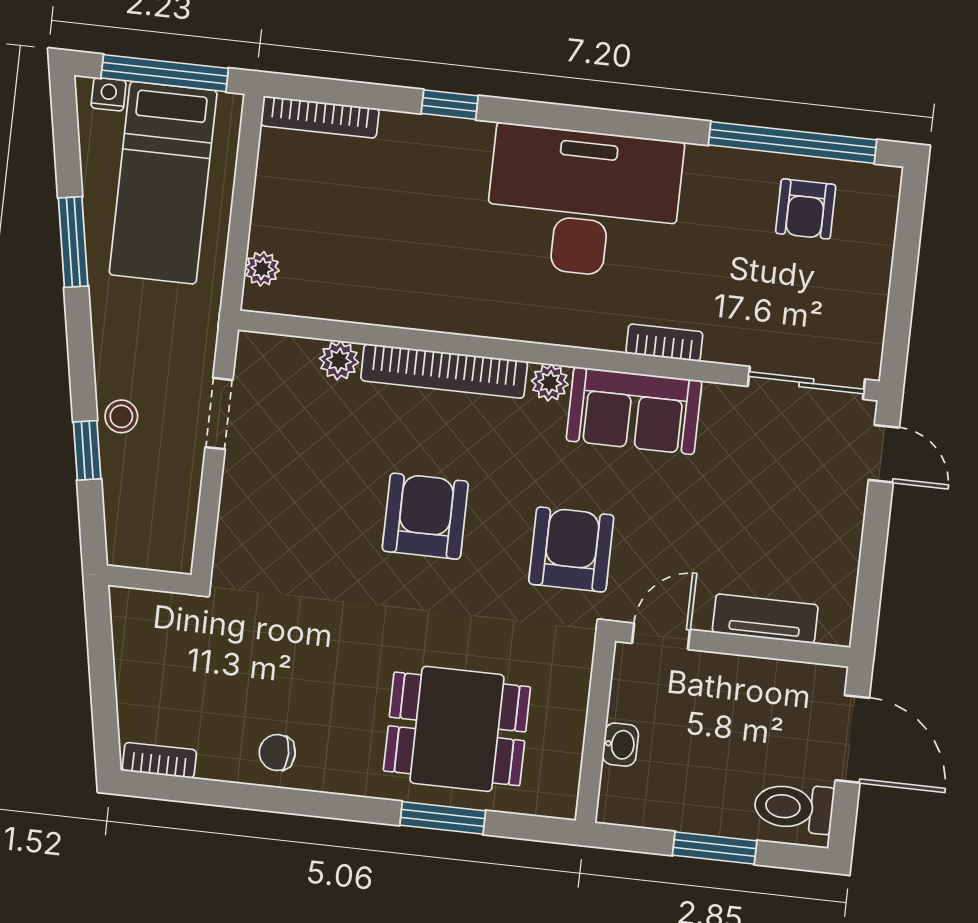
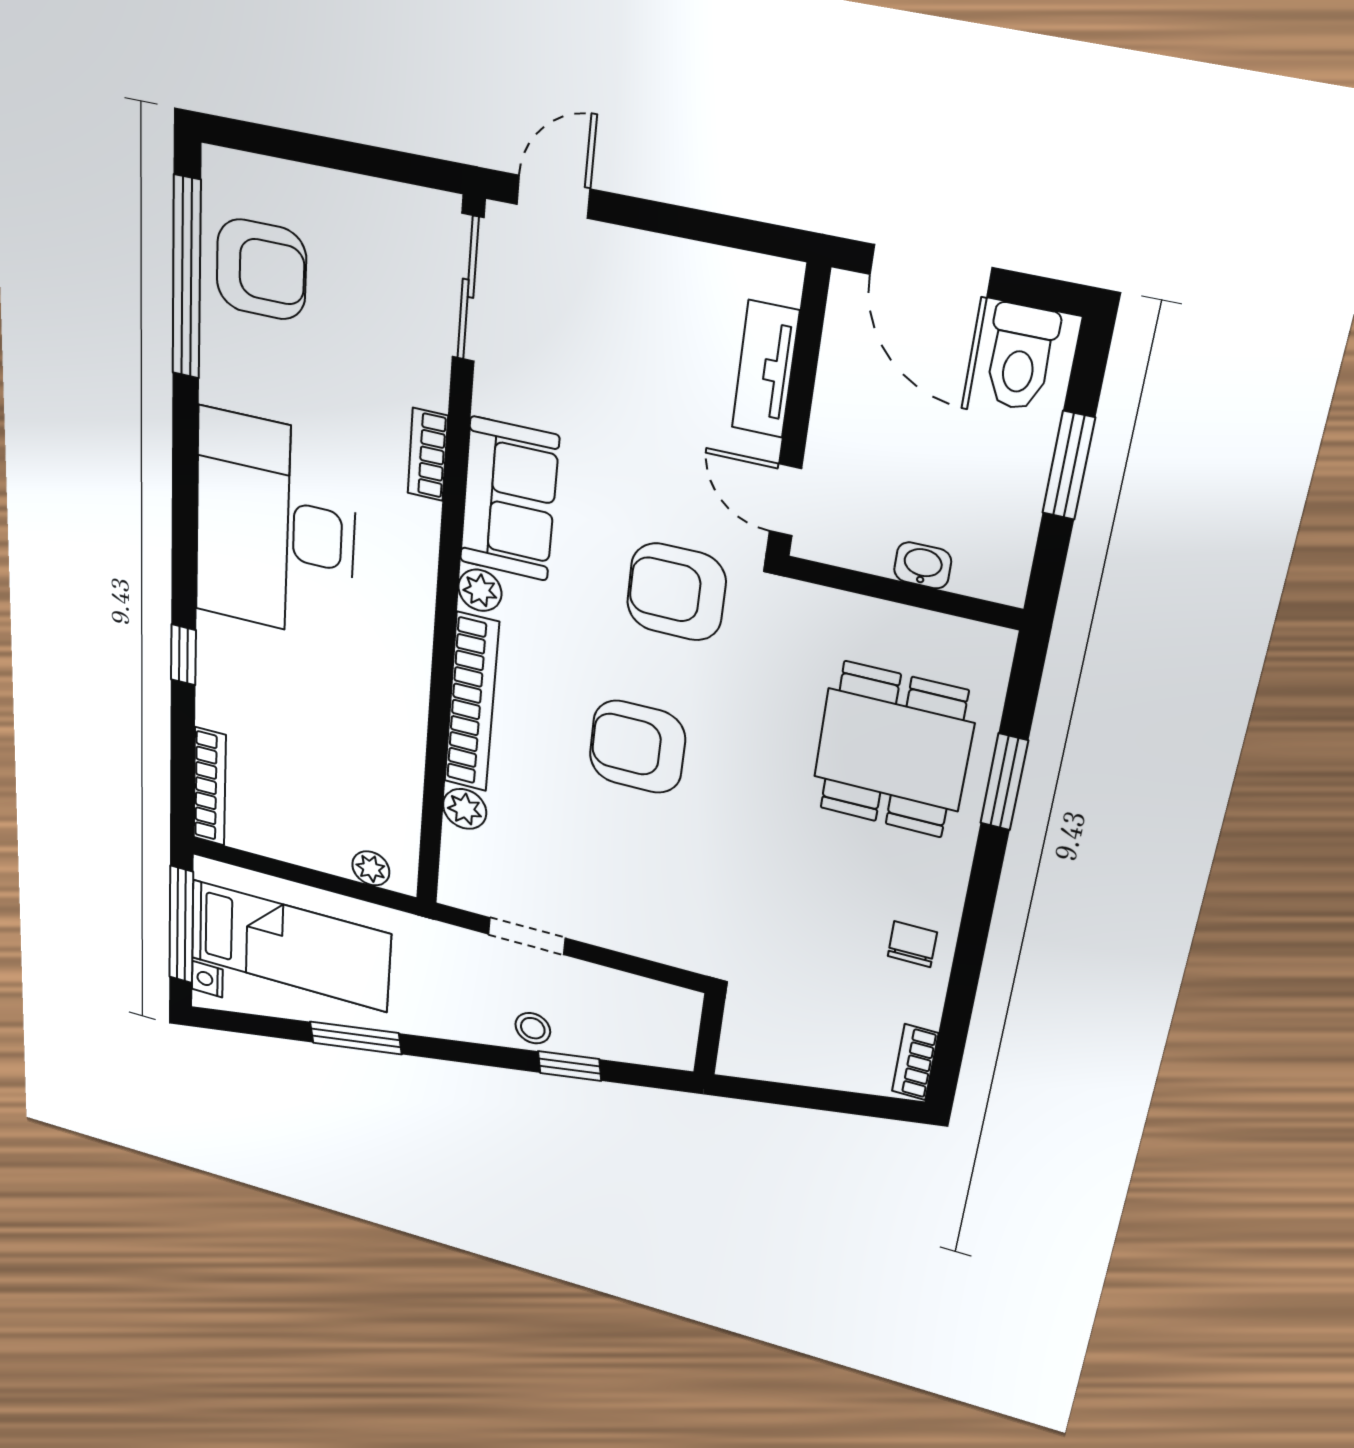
armchair: (806, 209) -> (261, 269), width x1.38, depth x1.38
door: (852, 739) -> (931, 271), swing flipped
chair: (277, 753) -> (912, 944), turned 180

